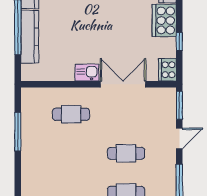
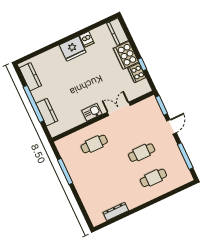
kitchen counter: (30, 37) -> (47, 112), width x0.67
cooker: (167, 70) -> (137, 73), moved
double door: (123, 84) -> (119, 109), width x0.73

